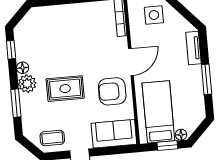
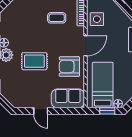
side table: (154, 15) -> (97, 19), moved
coffee table: (52, 138) -> (57, 18), moved

